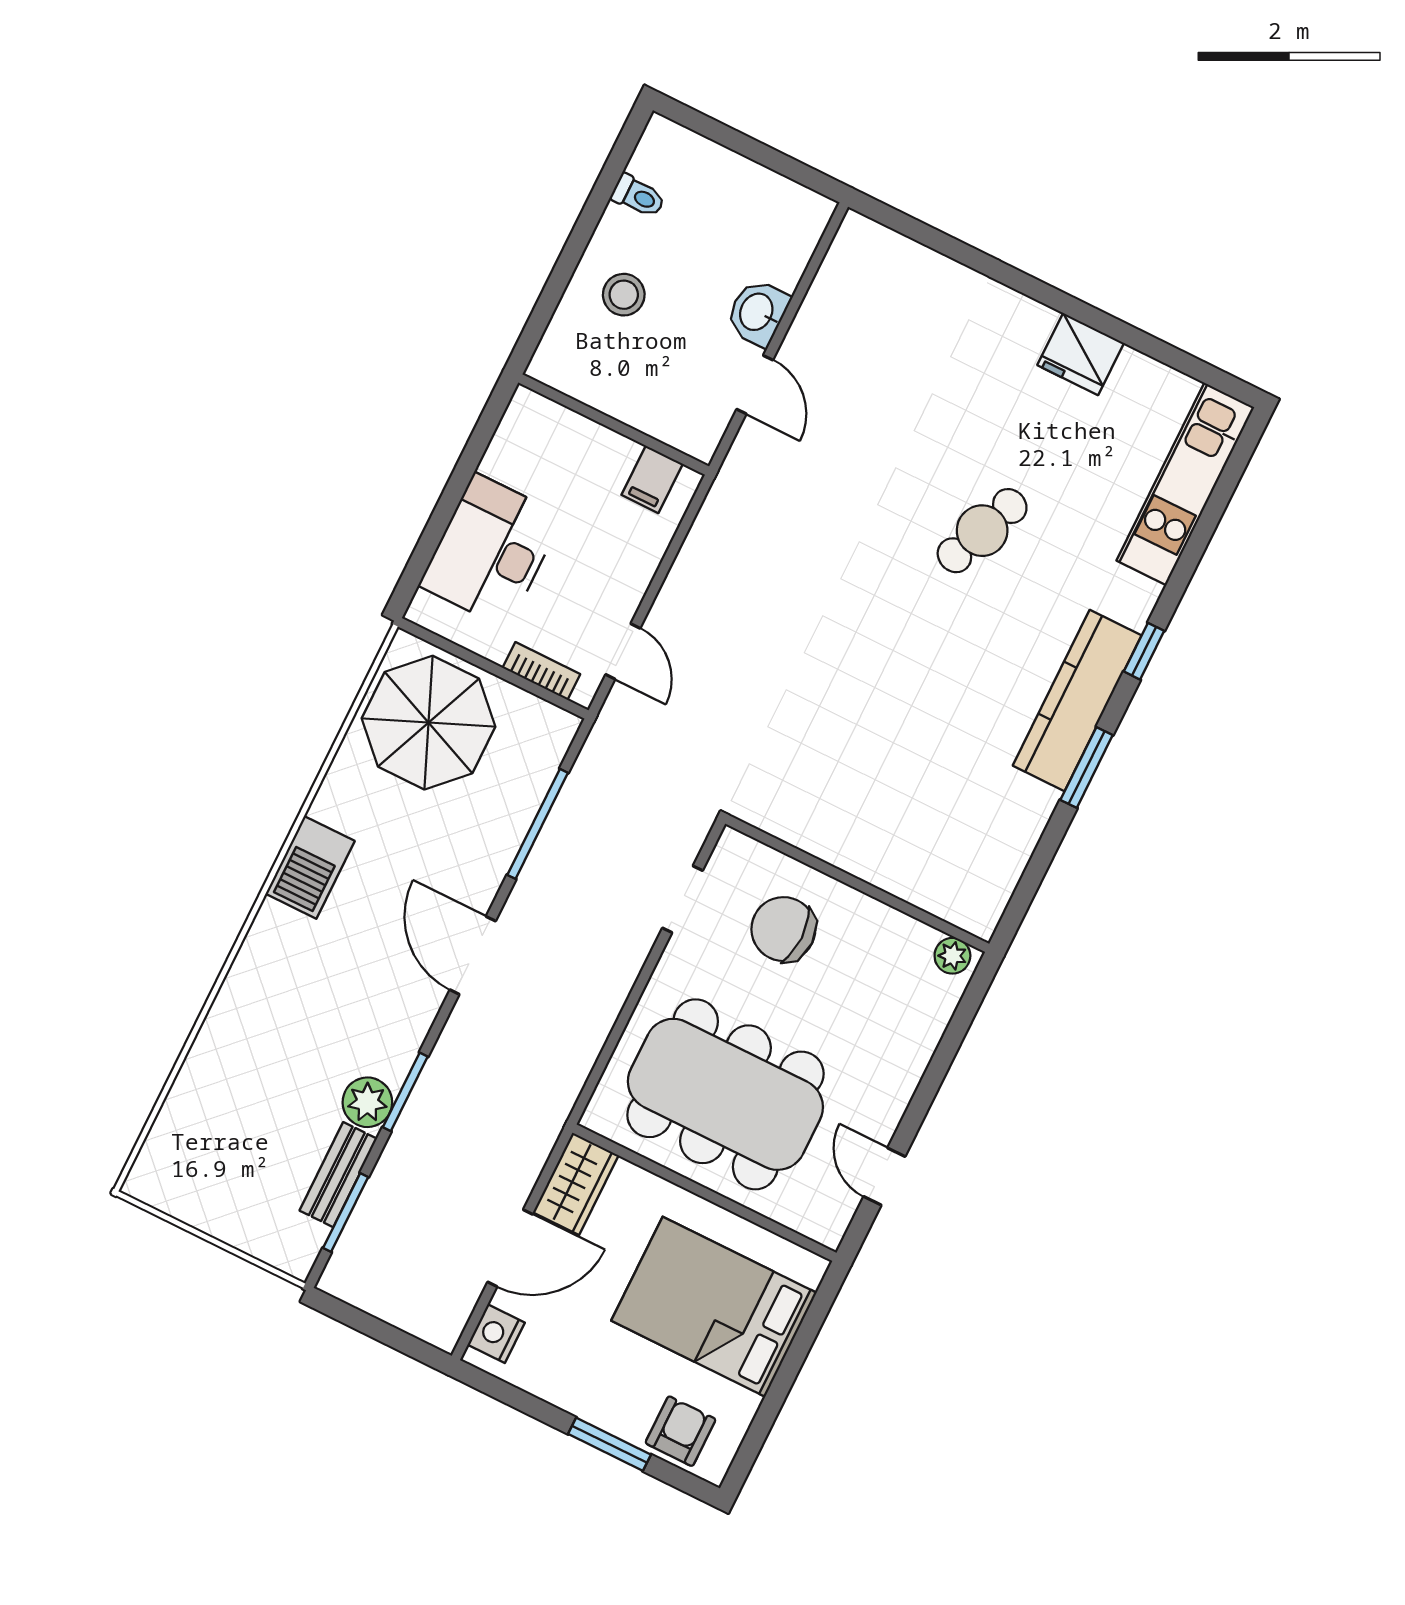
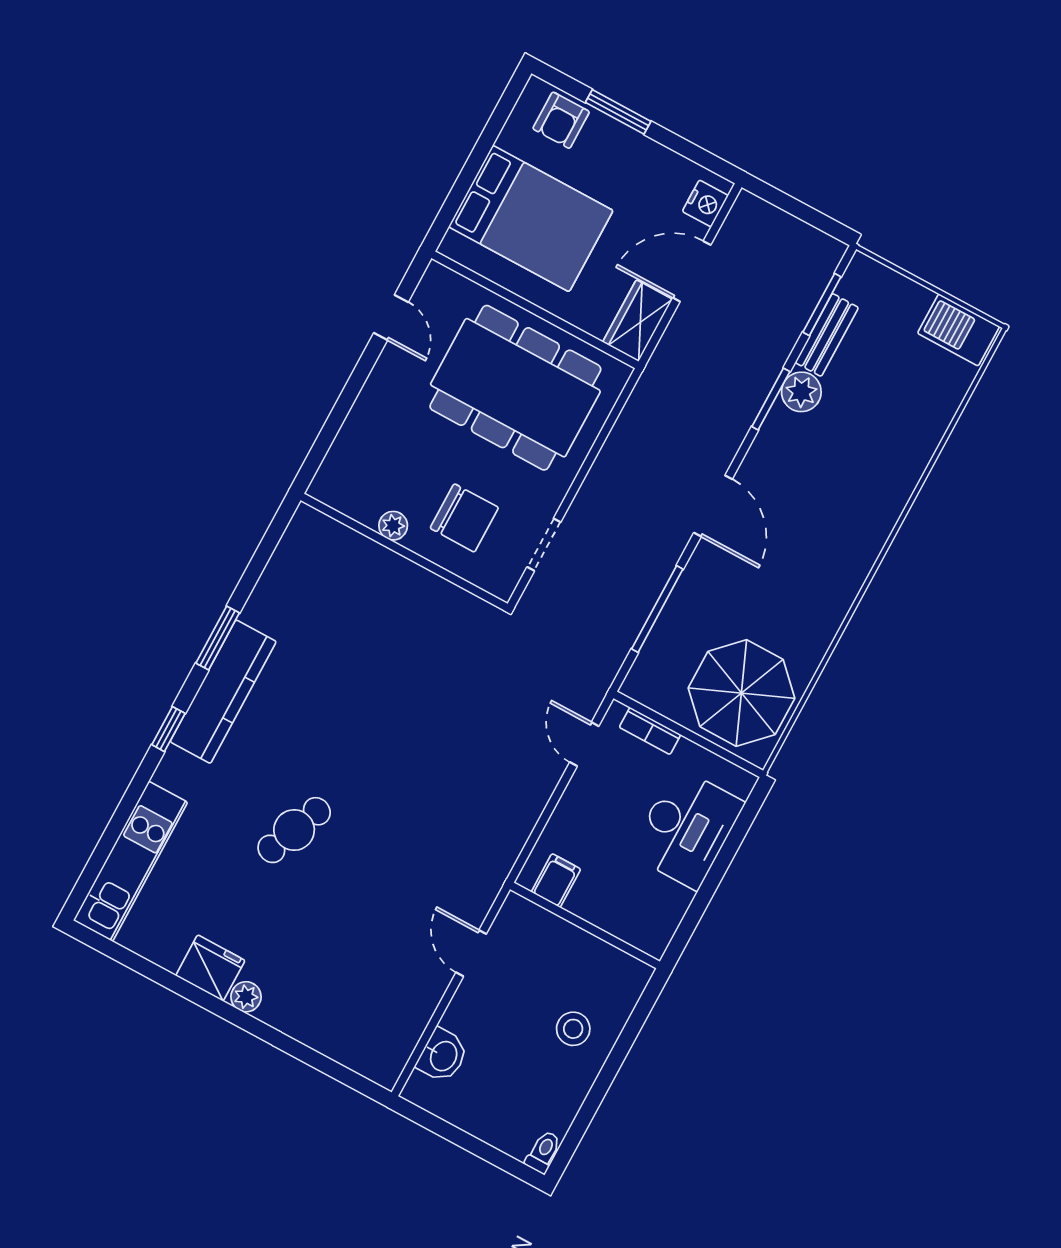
toilet: (638, 196) -> (543, 1152), moved, turned 90
washbasin: (758, 312) -> (443, 1056), moved
plant: (1035, 320) -> (246, 997), added
barbecue: (310, 867) -> (958, 330), moved, turned -90
plant: (952, 956) -> (393, 526), moved

